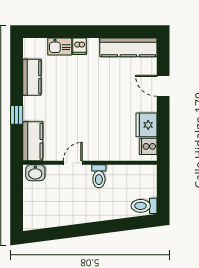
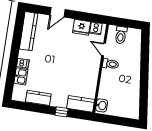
door: (73, 163) -> (104, 49), moved
toilet: (144, 206) -> (121, 35), moved

